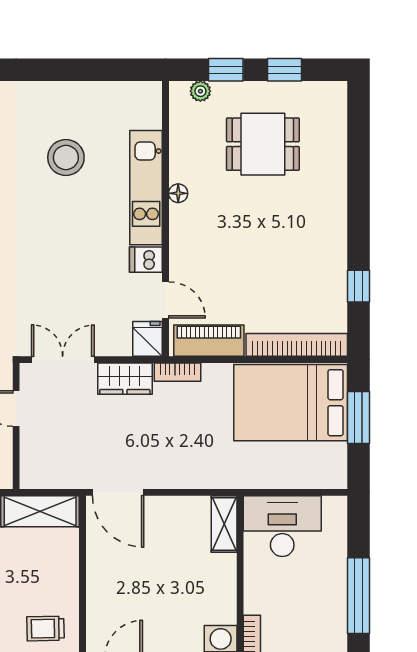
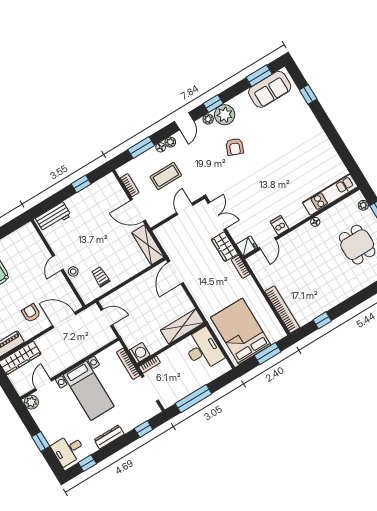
stool: (66, 157) -> (302, 166), removed
kitchen unit: (146, 188) -> (330, 194), moved
piano: (209, 341) -> (262, 272), removed
bed: (291, 403) -> (241, 331), moved
shelving: (224, 524) -> (182, 326), width x1.50, depth x1.33

